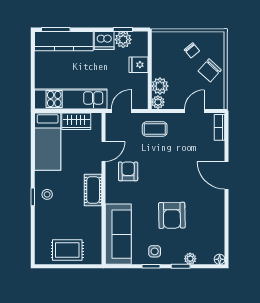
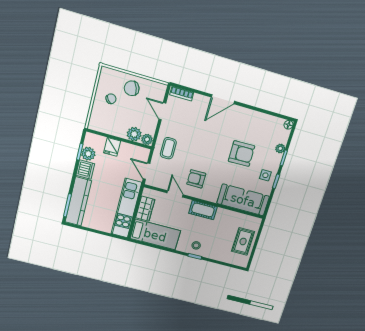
chair: (210, 70) -> (132, 88), turned 120

